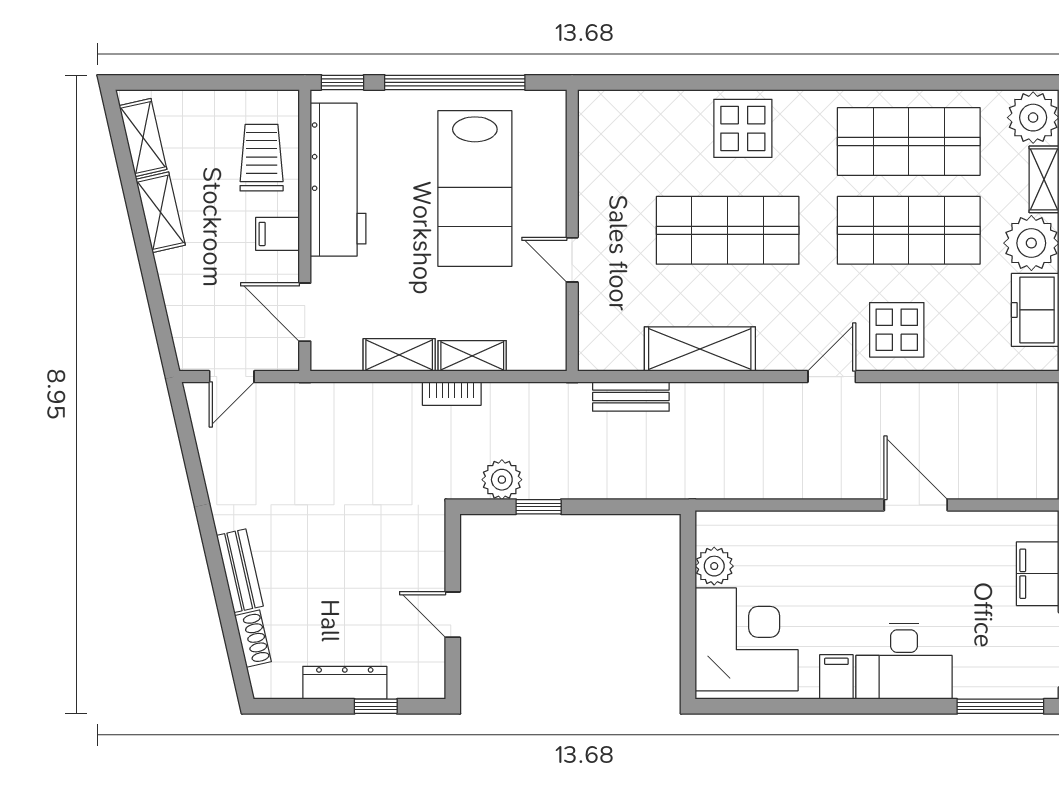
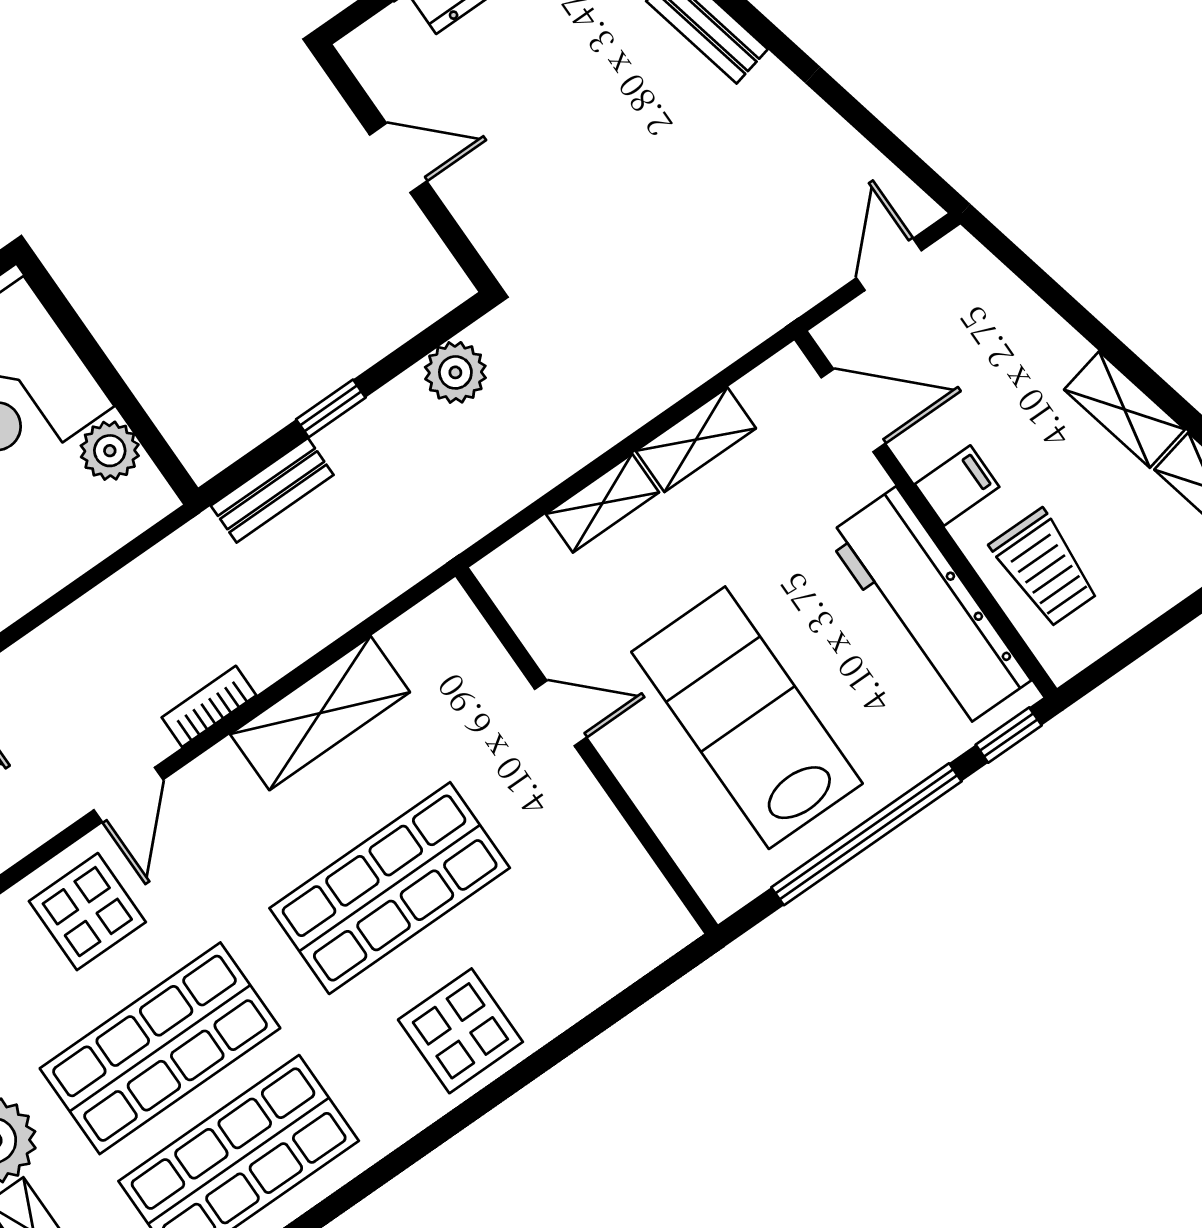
bookcase: (452, 394) -> (209, 706), moved
bench: (631, 397) -> (272, 490), moved
window: (539, 507) -> (331, 408), moved

